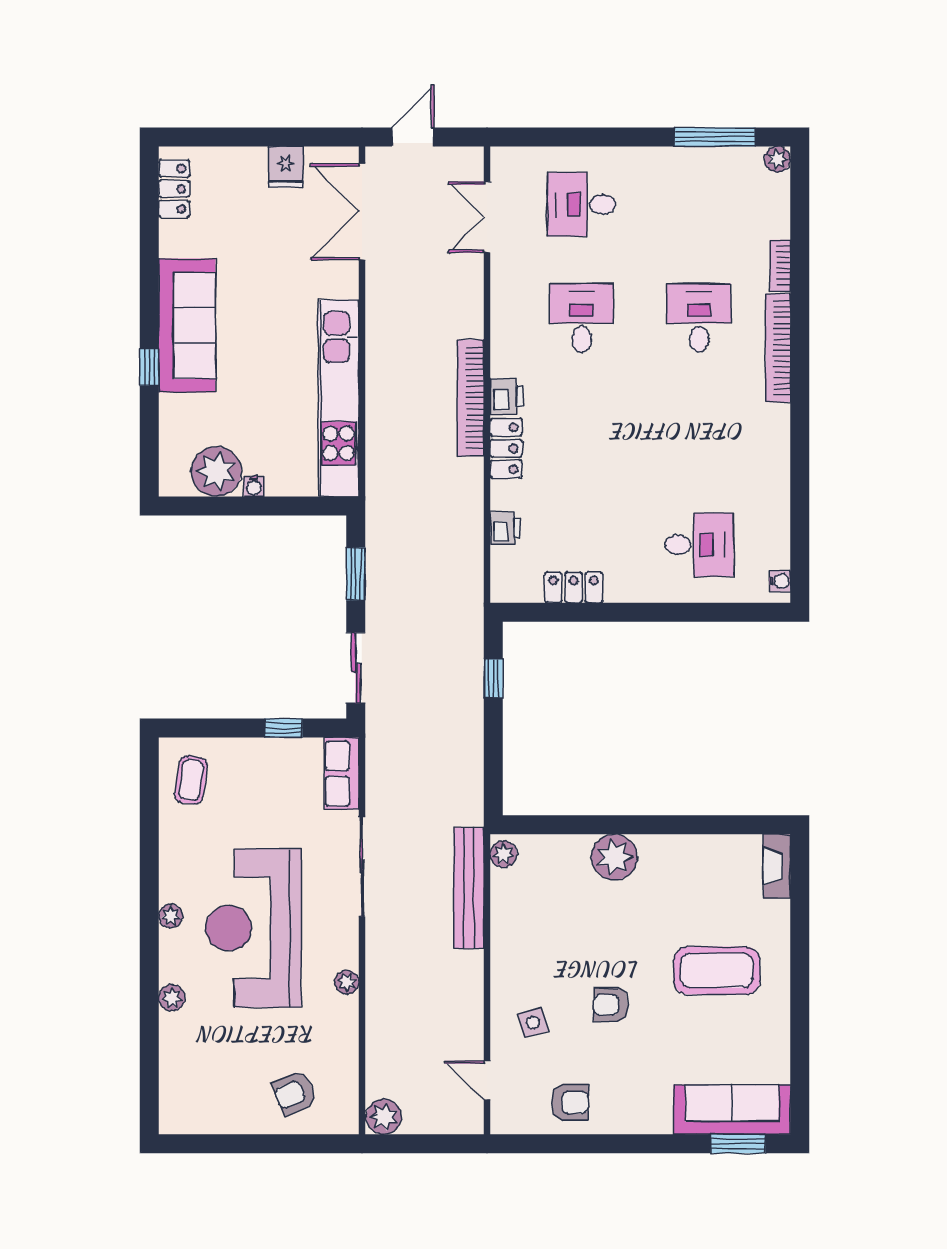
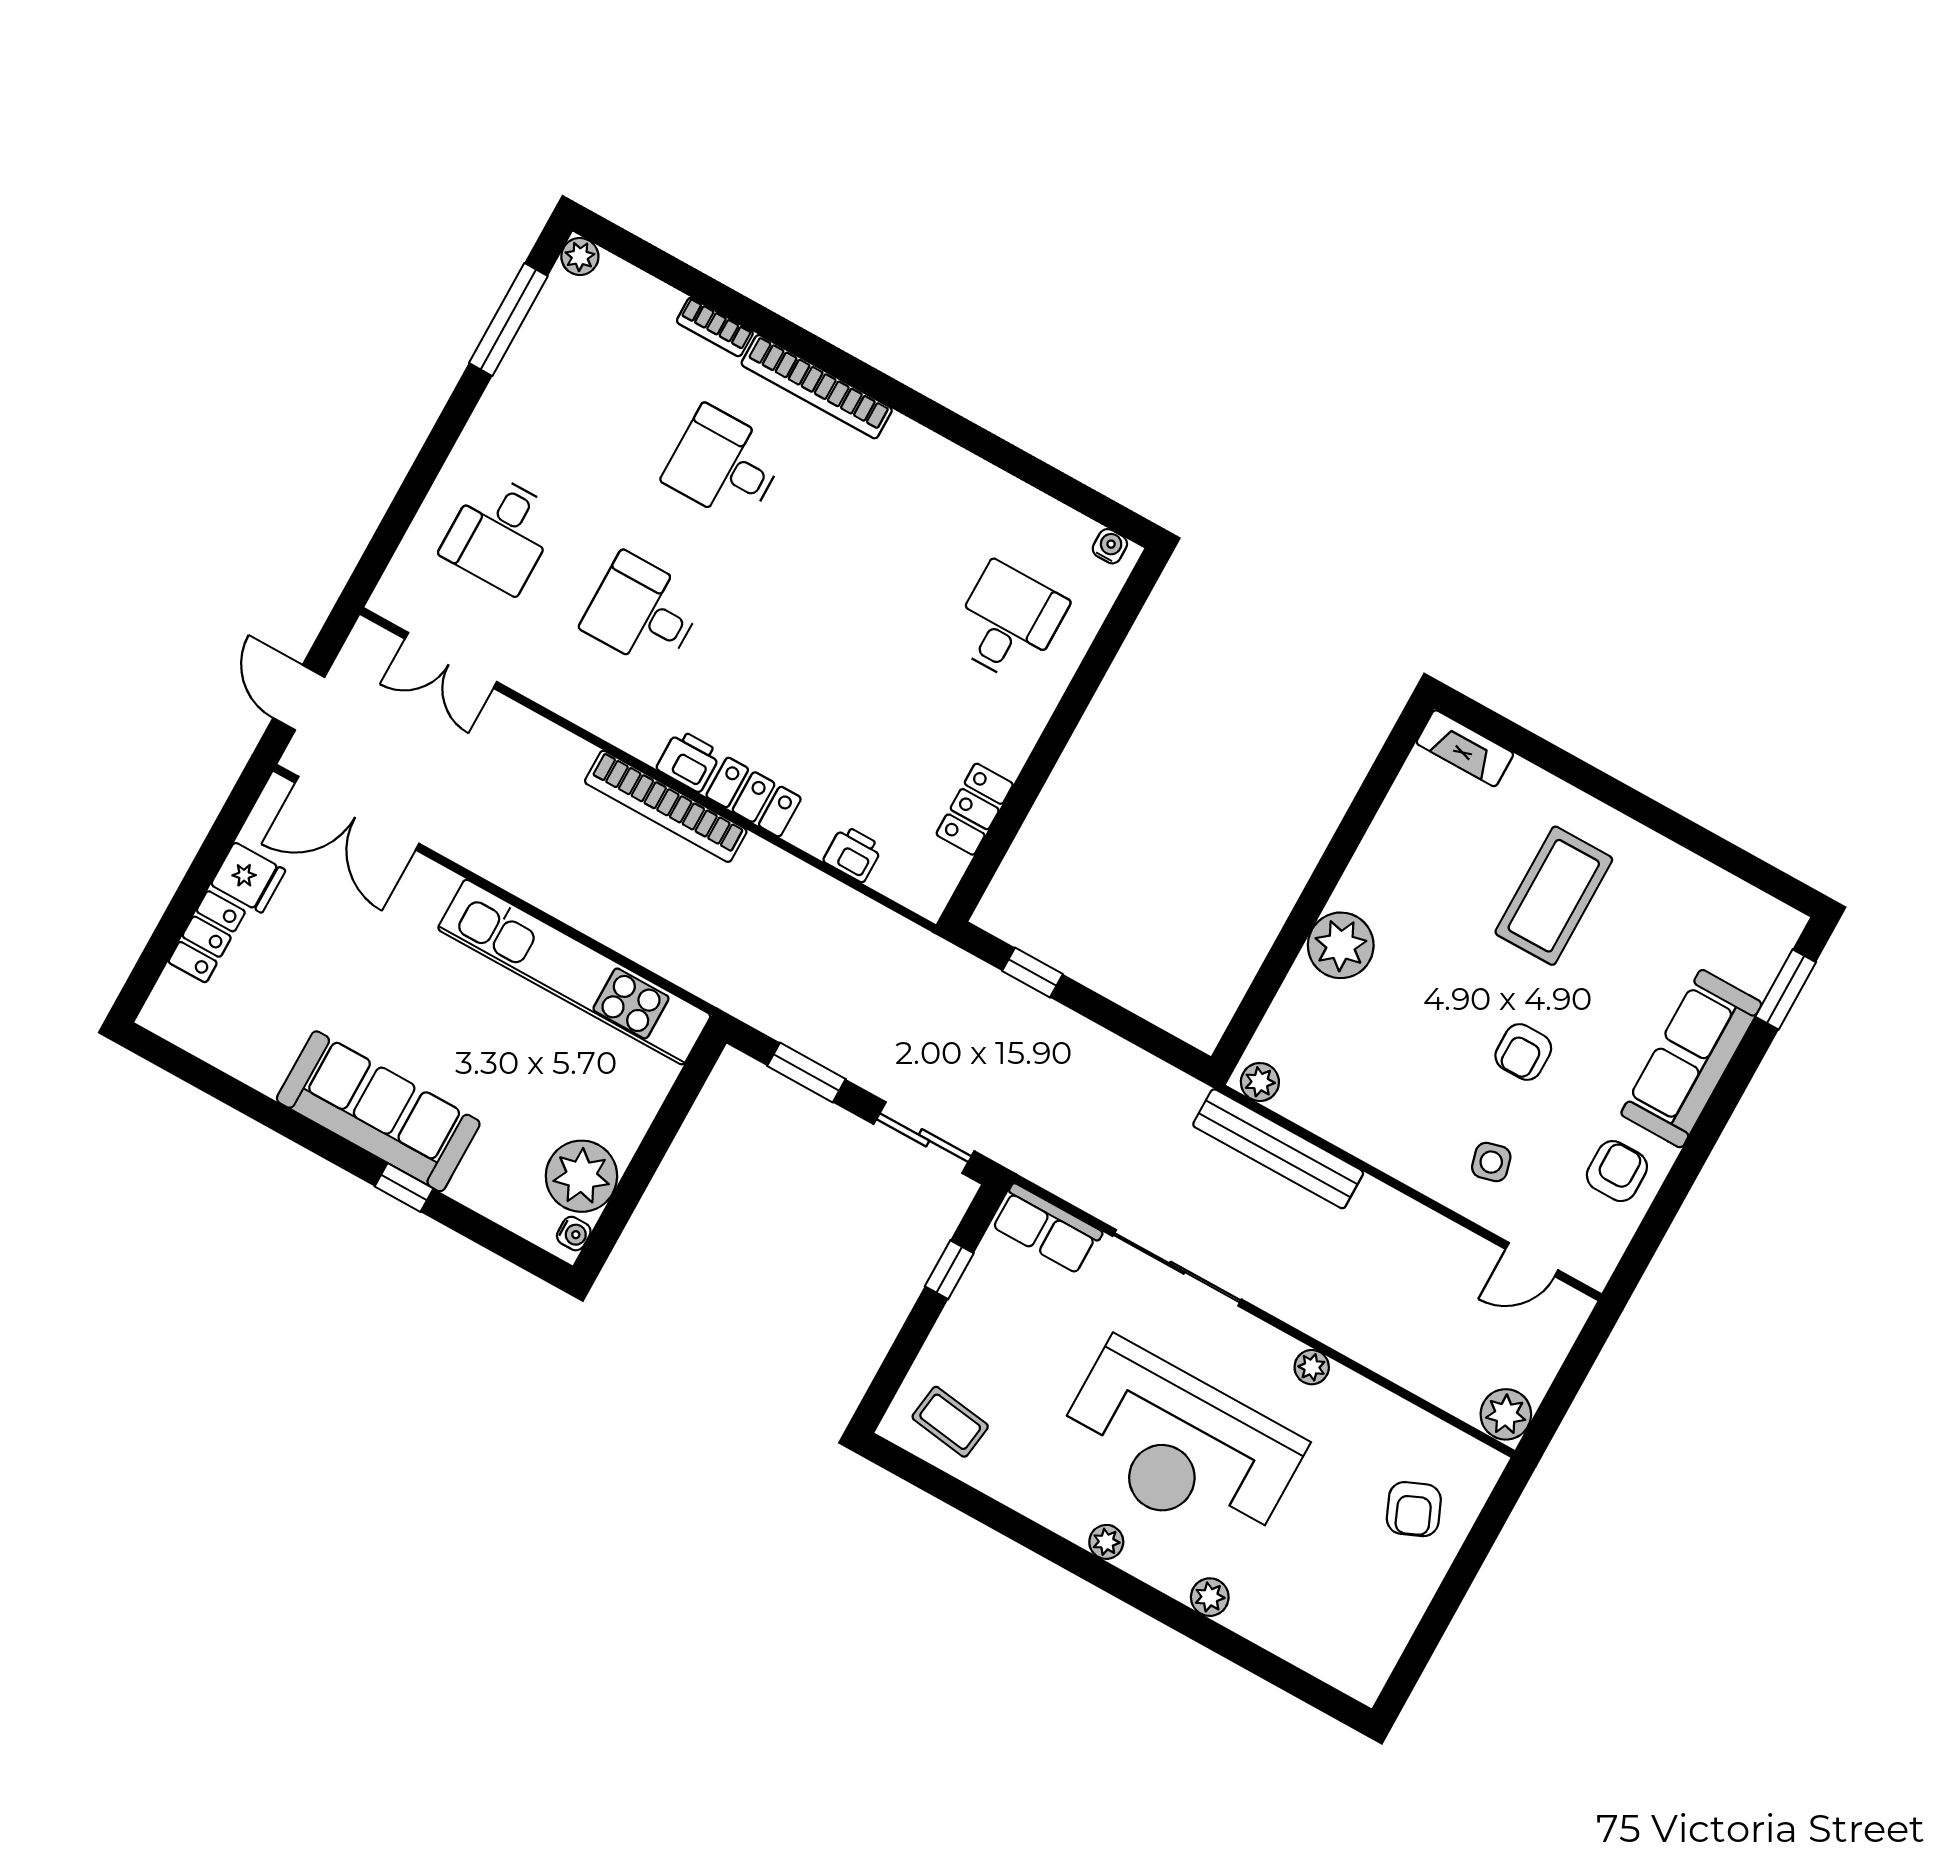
locker: (174, 189) -> (207, 937), moved, turned 90
water cooler: (254, 486) -> (574, 1234), moved
sofa: (732, 1110) -> (1691, 1059), moved

